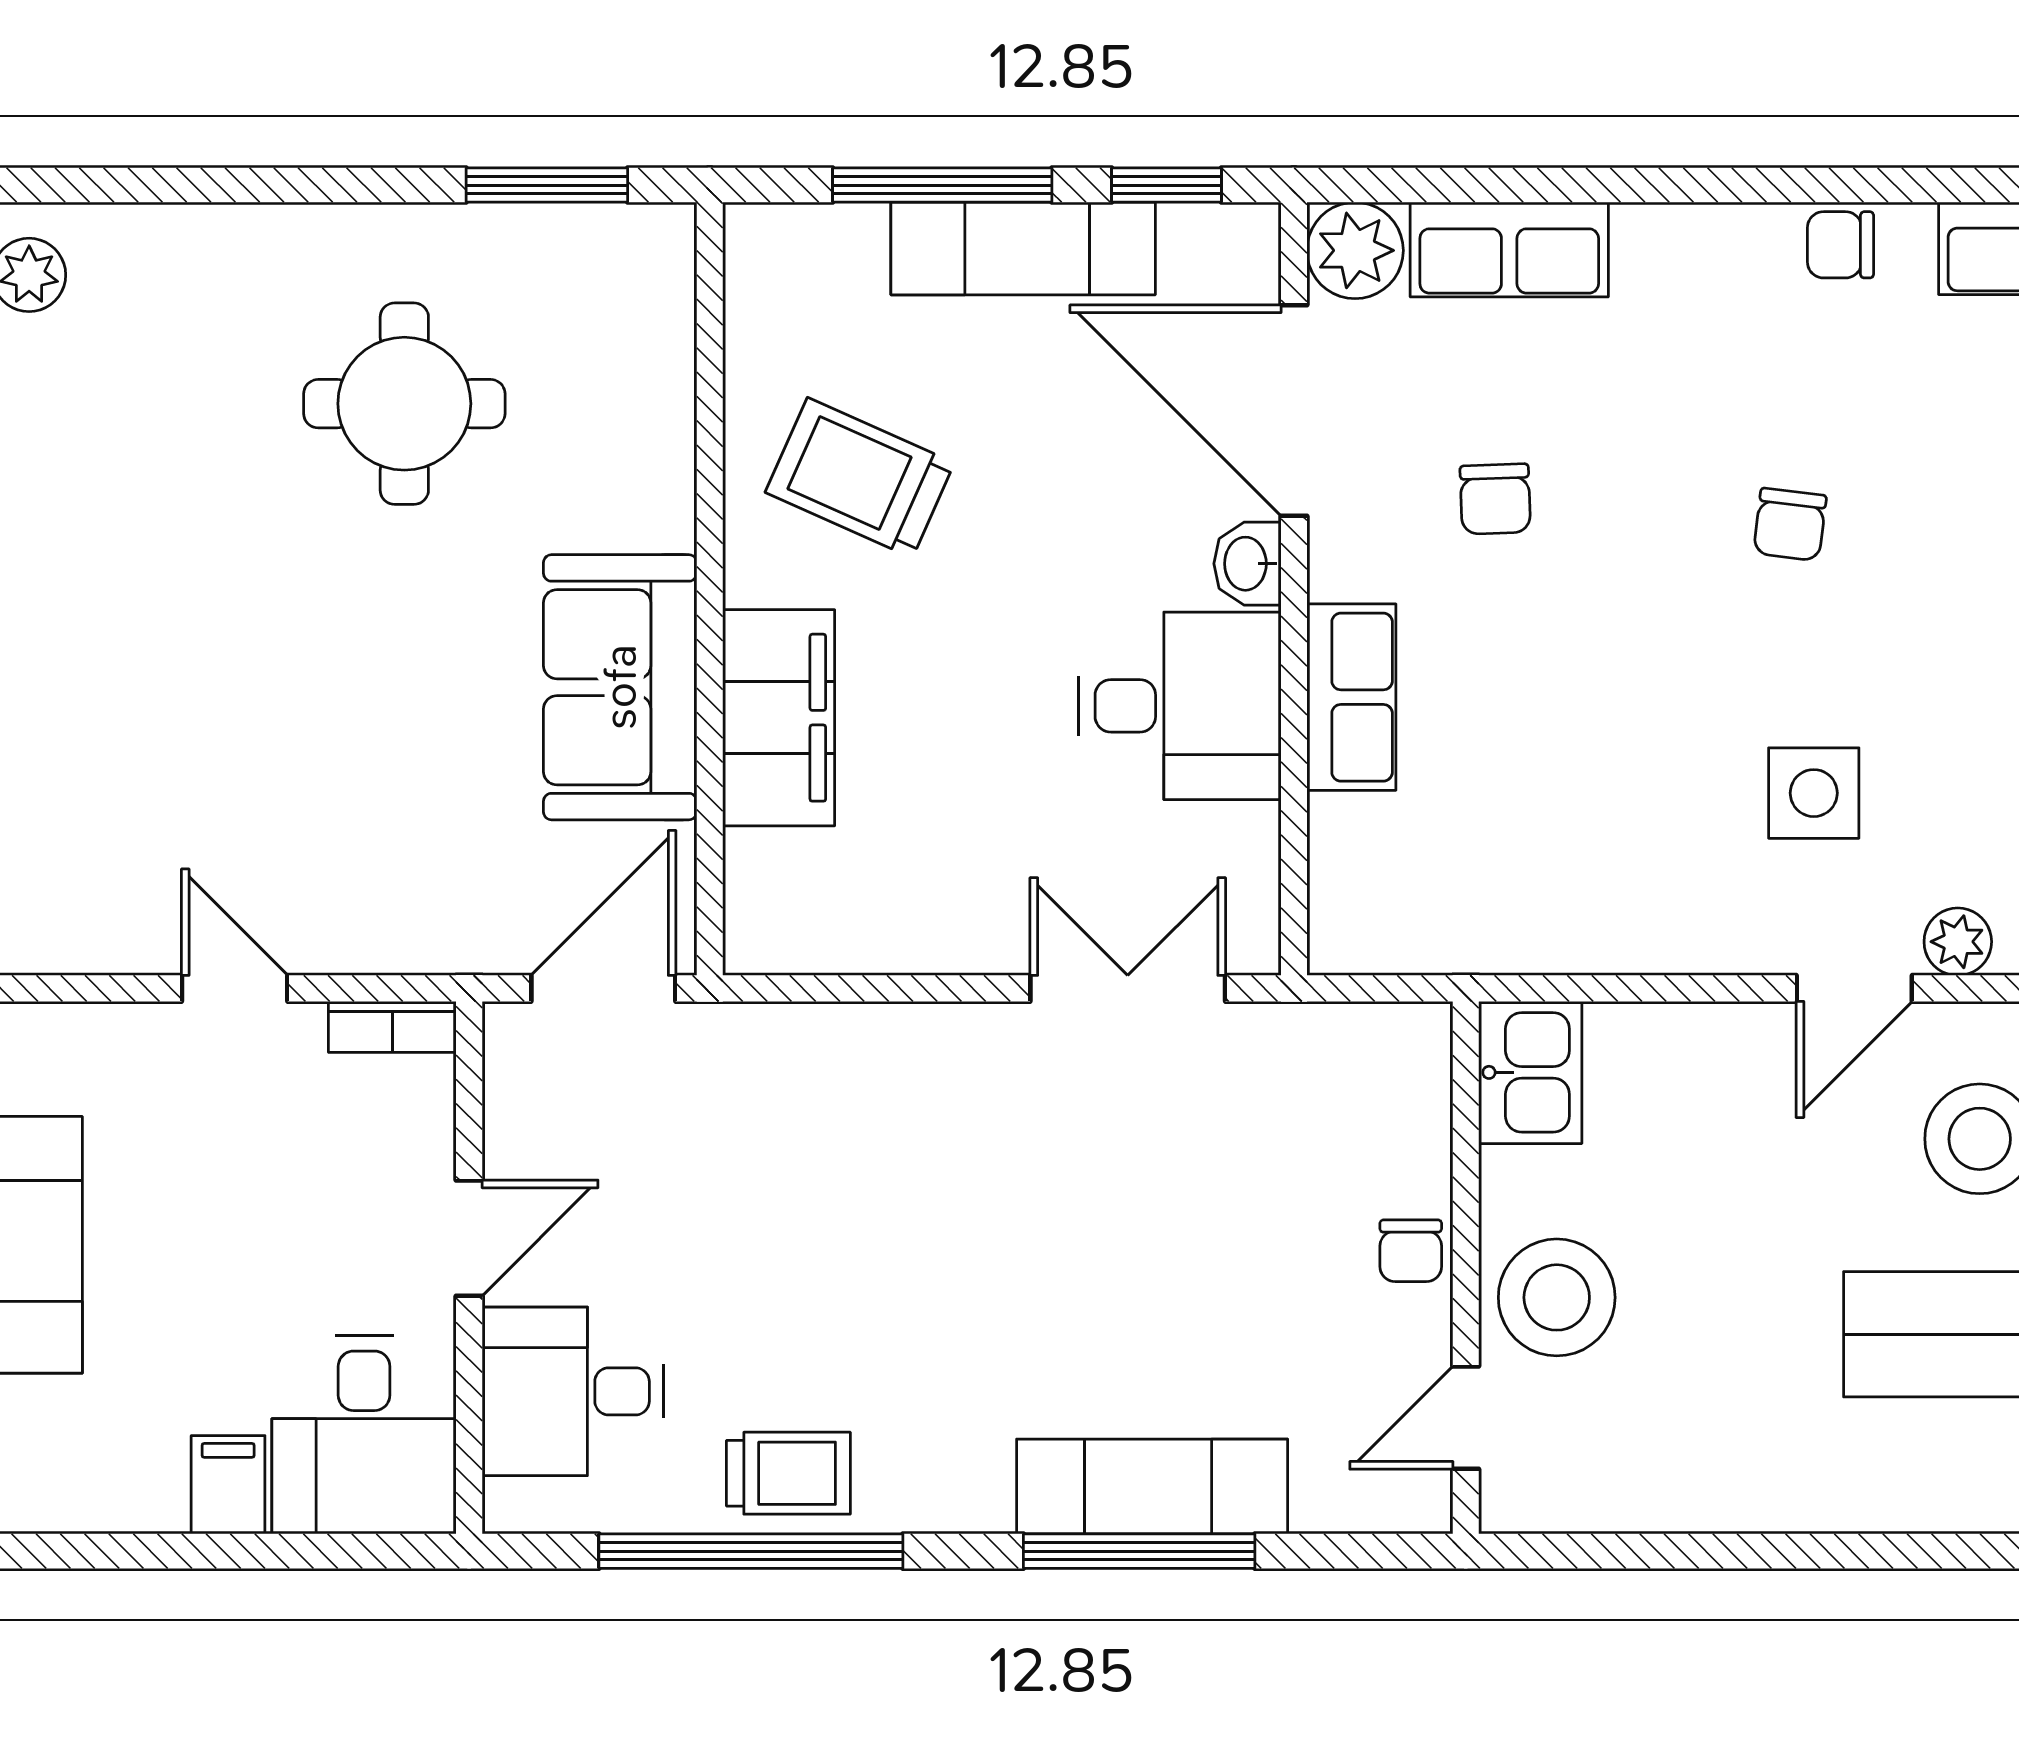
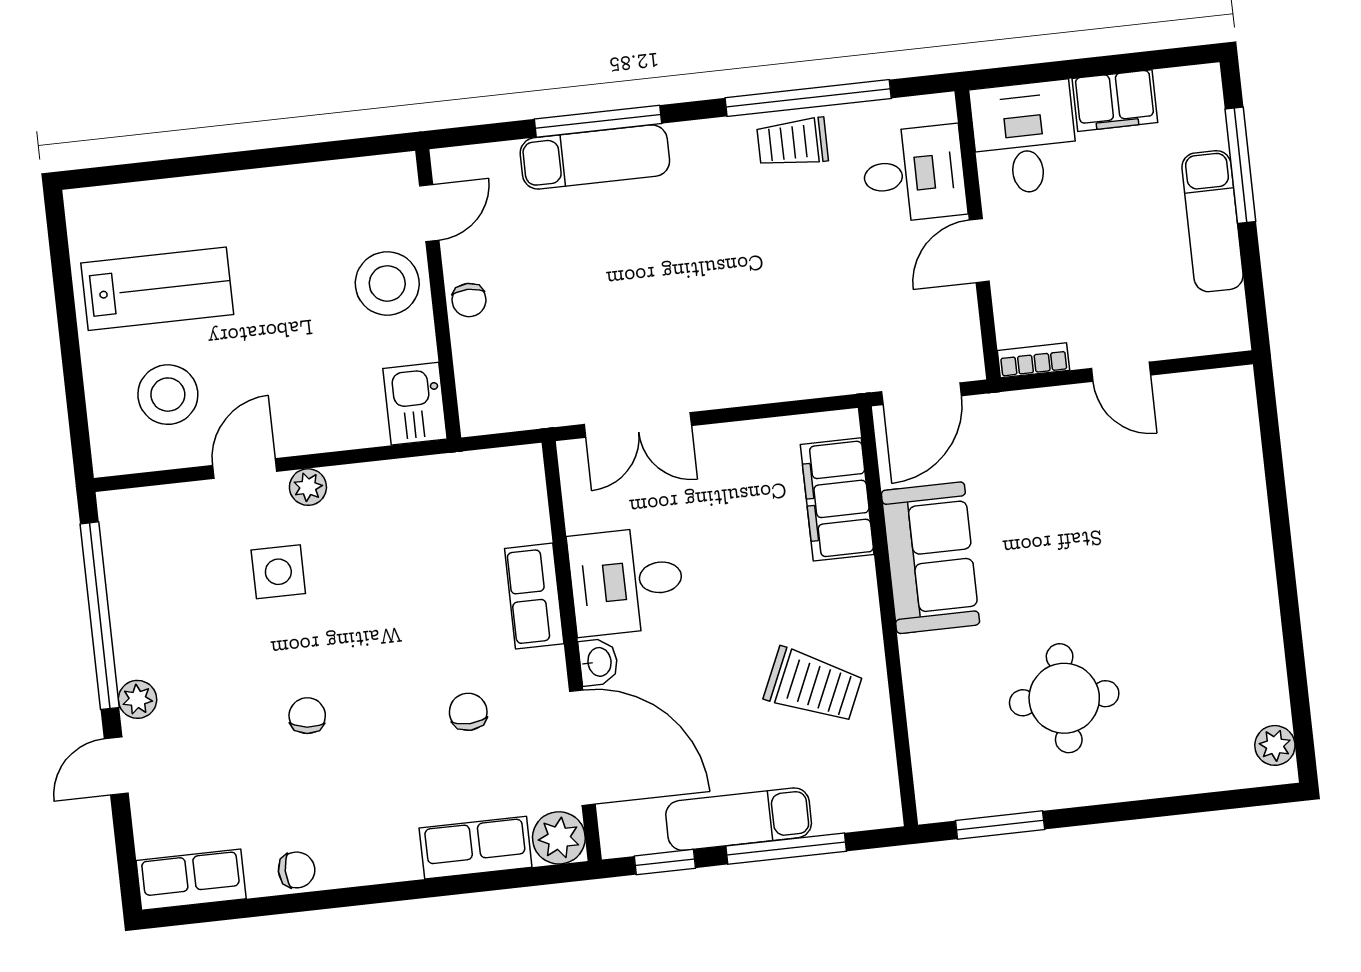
filing cabinet: (779, 718) -> (837, 499), moved
plant: (1958, 942) -> (308, 487), moved
chair: (1411, 1251) -> (469, 300), turned 180
filing cabinet: (228, 1485) -> (1115, 101), width x2.00

